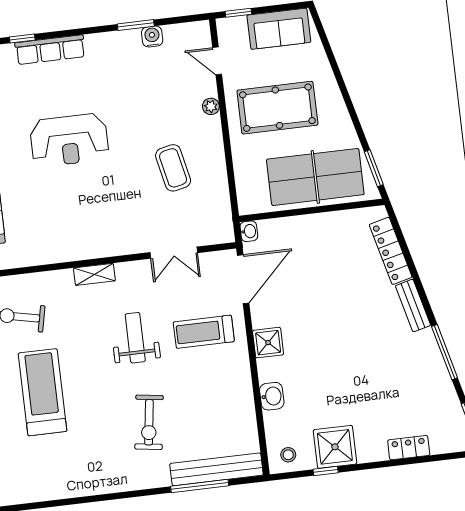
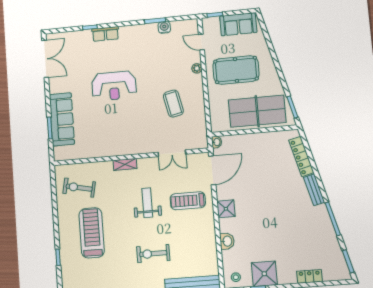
row of seats: (50, 50) -> (105, 34), width x0.68
exercise bike: (149, 422) -> (153, 254), turned 82

